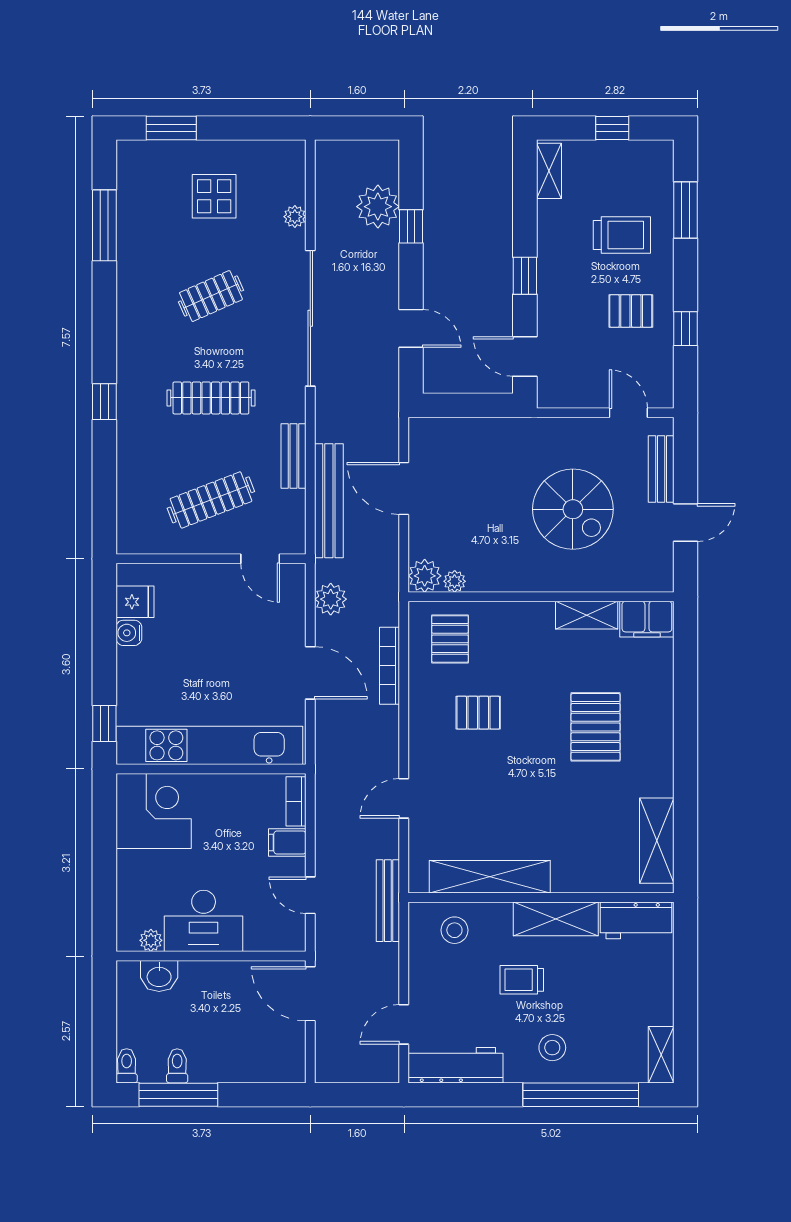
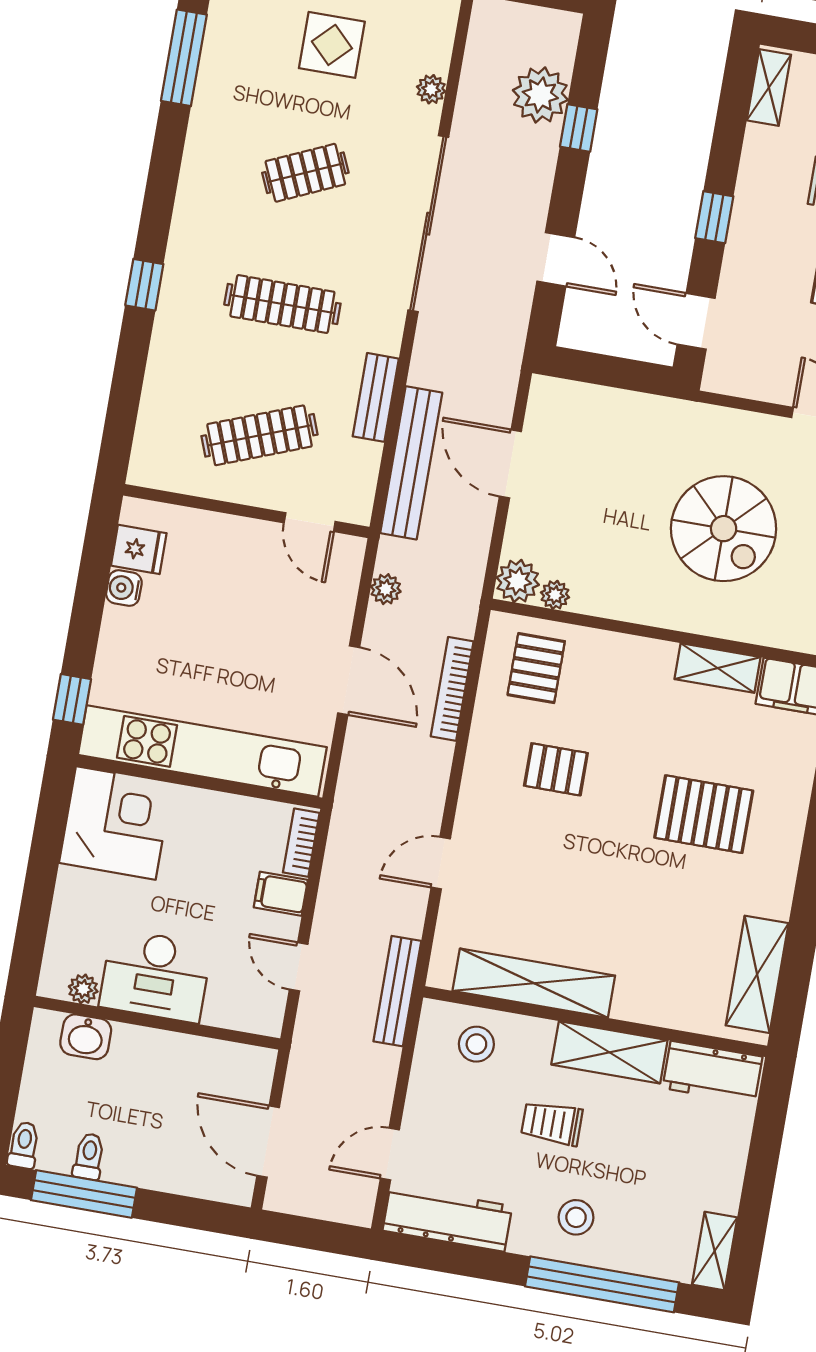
plant: (331, 599) -> (386, 589), width x0.73, depth x0.73
pallet: (596, 727) -> (704, 814), turned 90
door: (310, 994) -> (268, 1141), moved

